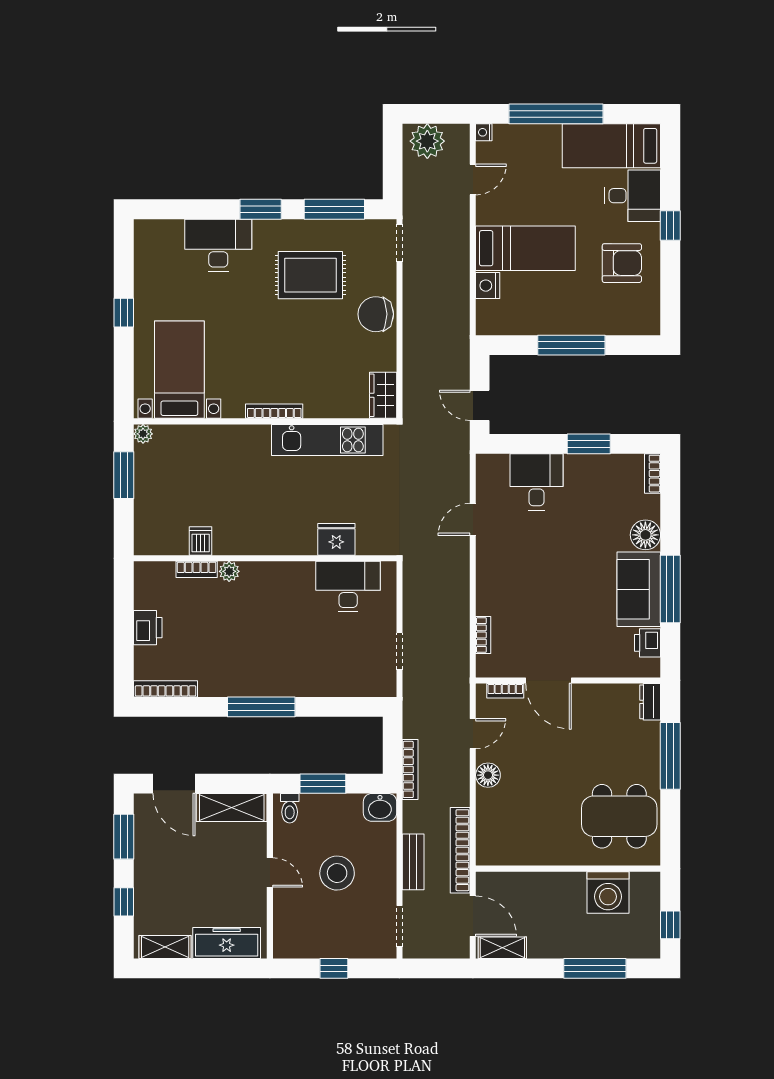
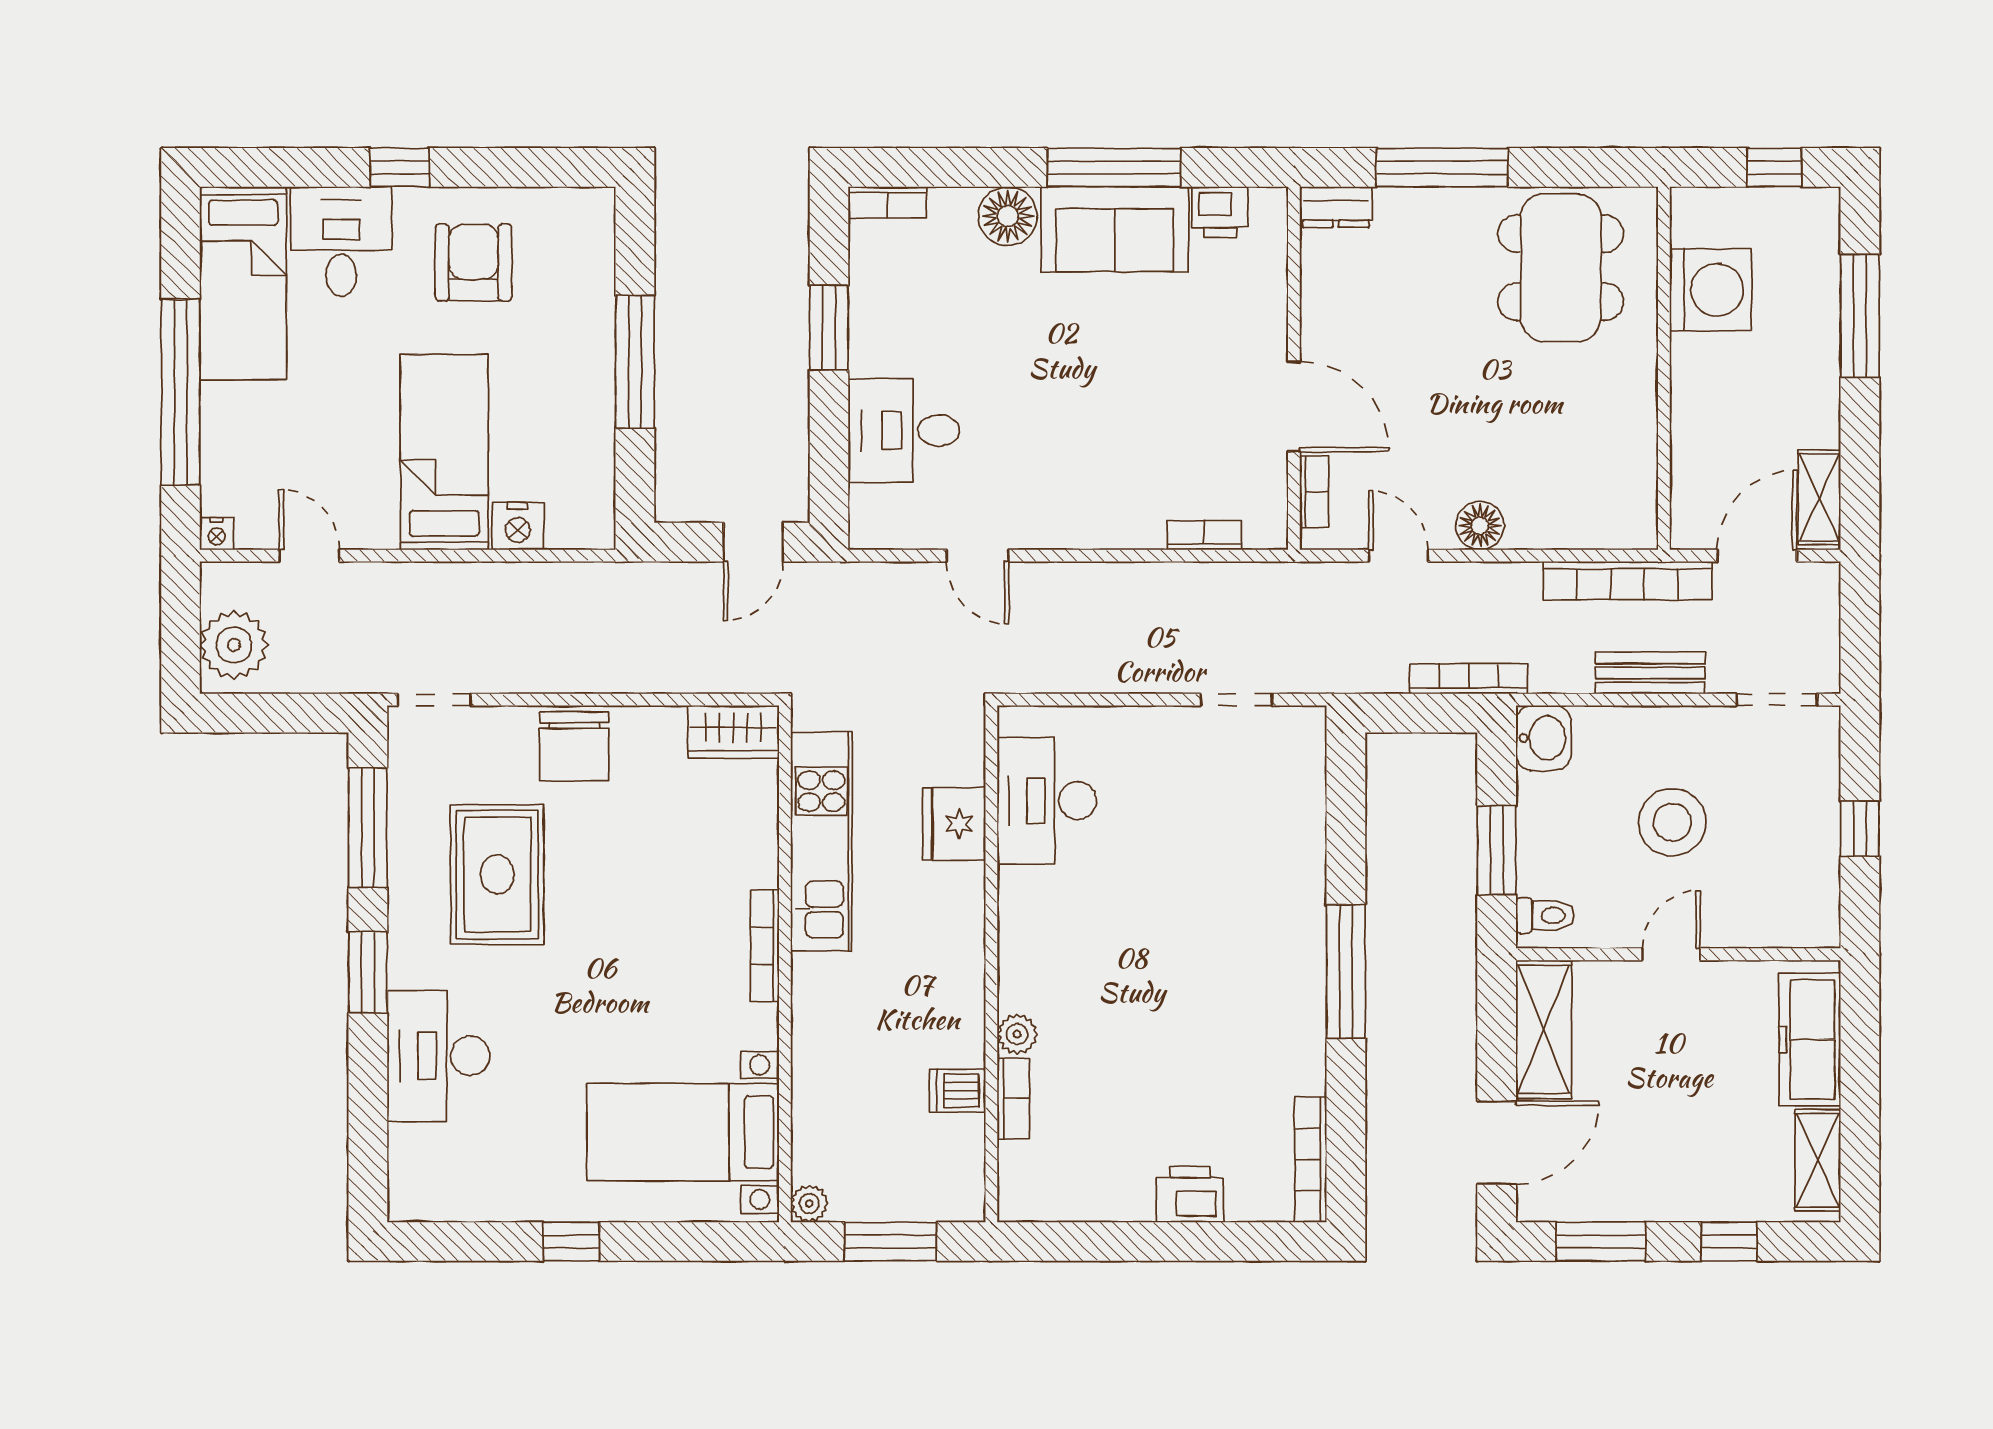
fridge: (336, 539) -> (954, 824), moved
dishwasher: (201, 541) -> (957, 1091), moved
wall: (265, 558) -> (991, 964), moved
bookcase: (197, 569) -> (1013, 1098), moved
plant: (229, 571) -> (1017, 1034), moved
desk: (348, 586) -> (1047, 801), moved
door: (548, 680) -> (1294, 407), hinge flipped

